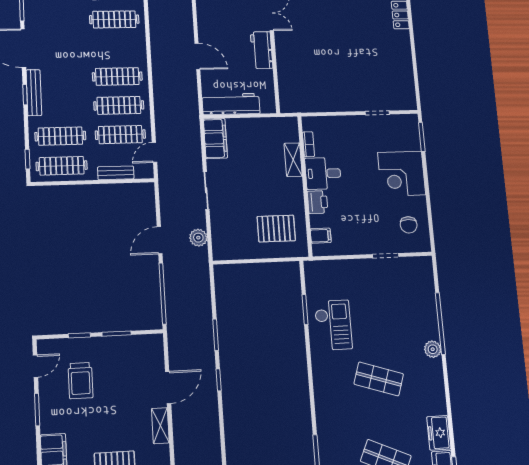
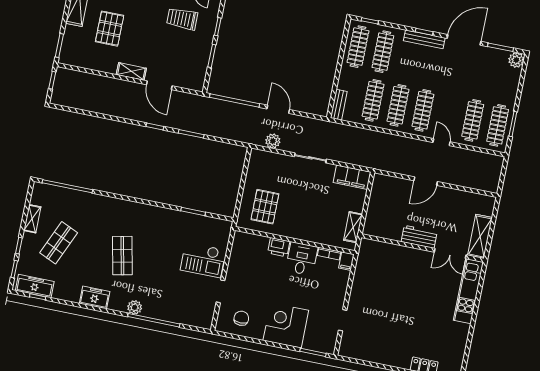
workbench: (231, 104) -> (378, 198), removed
door: (154, 152) -> (441, 142), moved
shelving: (293, 160) -> (353, 227), moved, turned 90
bench: (116, 173) -> (339, 105), moved
chair: (409, 225) -> (241, 318), turned 90
filing cabinet: (321, 236) -> (346, 261), moved
checkout: (333, 325) -> (203, 260), moved
shop shelf: (379, 379) -> (122, 256), turned -30
freezer: (439, 433) -> (95, 297), moved

